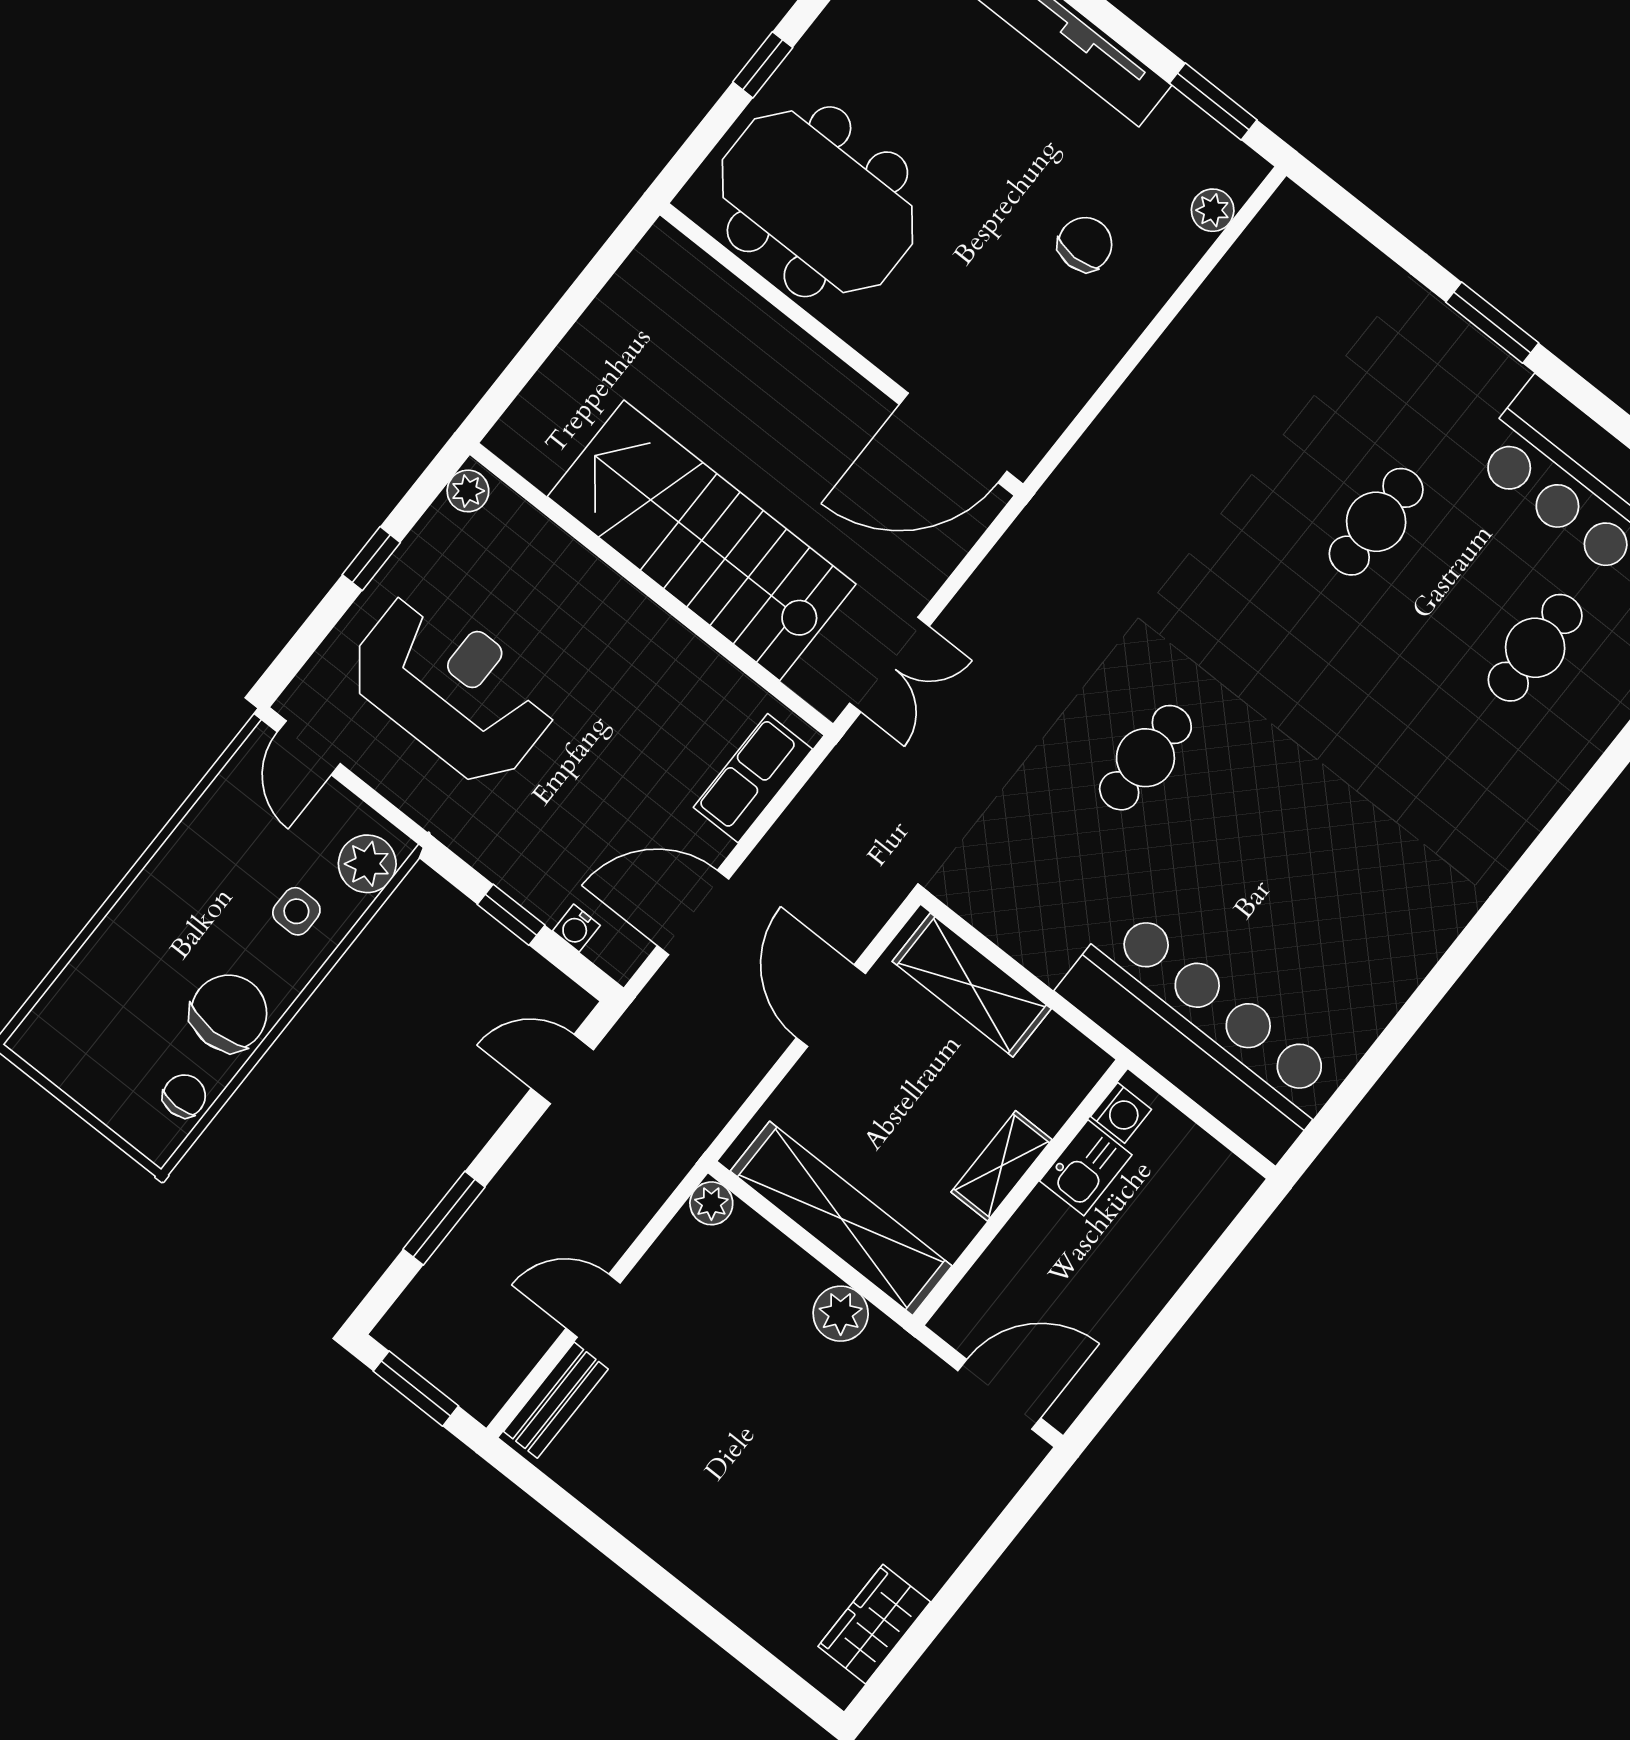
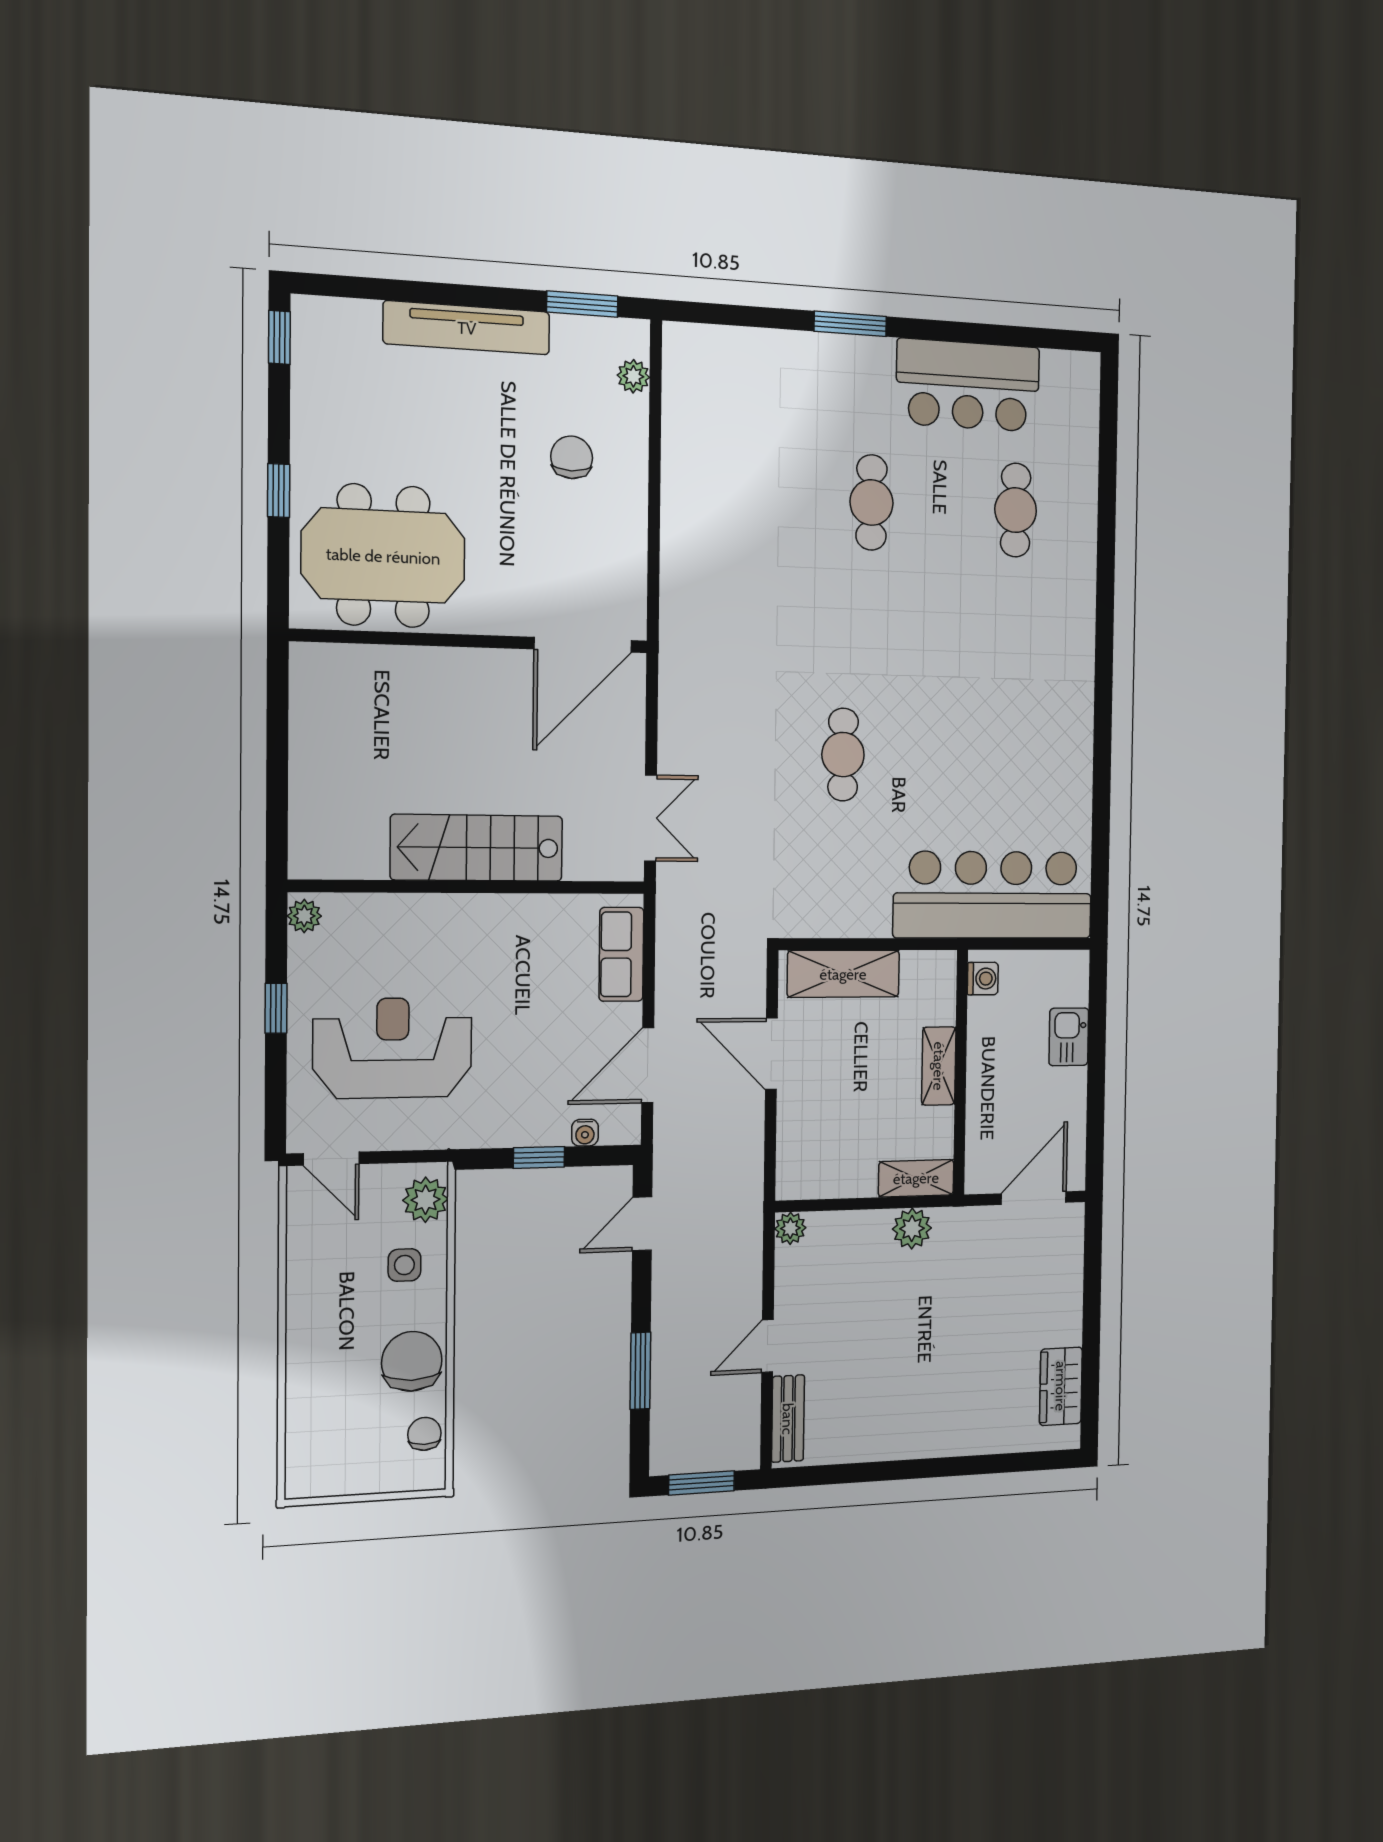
stairs: (702, 540) -> (477, 848), width x0.73, depth x0.66
kitchen sink: (1086, 1168) -> (1069, 1037), moved, turned 180
shelving: (841, 1218) -> (916, 1178), width x0.45, depth x0.75

